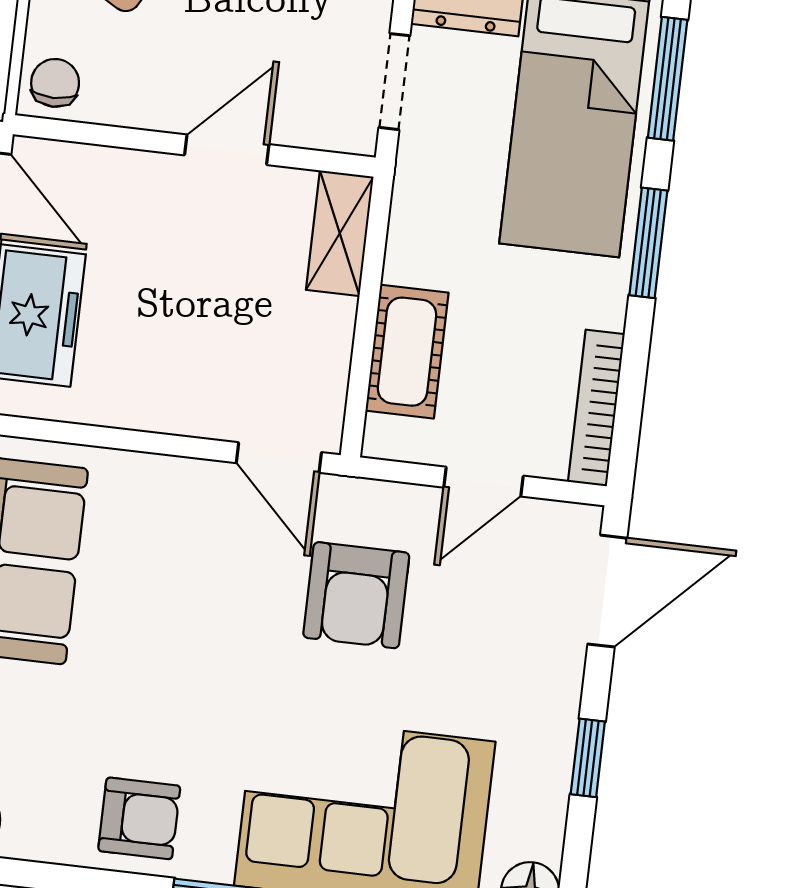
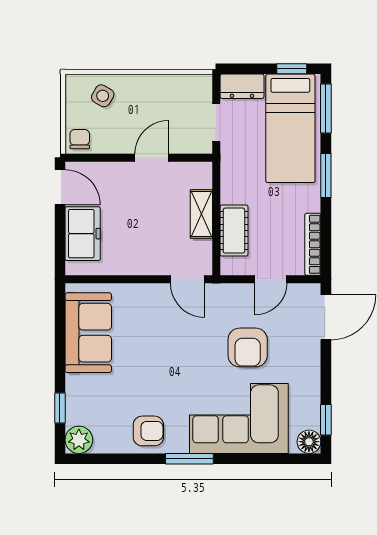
shelving: (340, 233) -> (201, 214), moved
armchair: (356, 595) -> (248, 347), moved
window: (588, 758) -> (326, 420), moved

